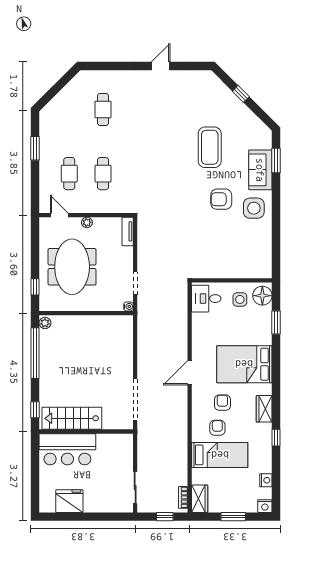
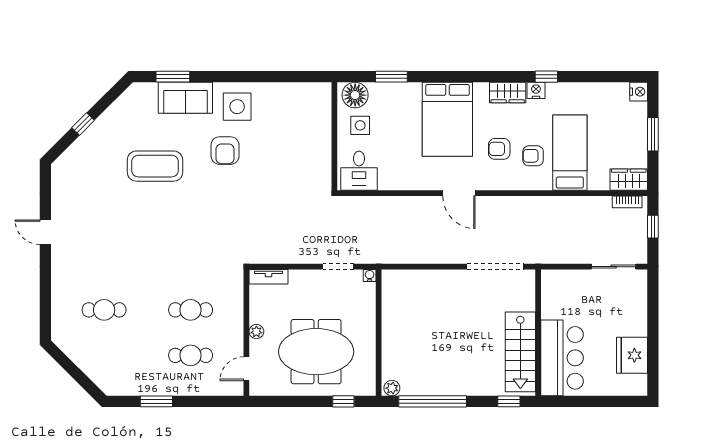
nightstand: (266, 480) -> (536, 90), moved

